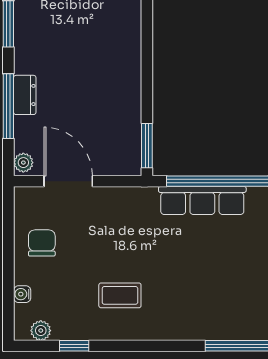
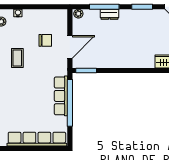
door: (68, 181) -> (70, 47), moved
chair: (42, 243) -> (45, 40), moved

